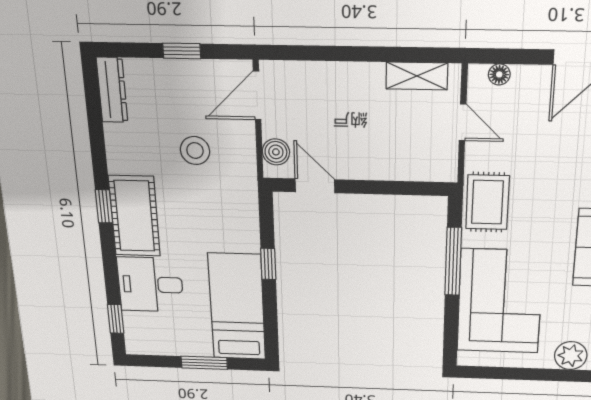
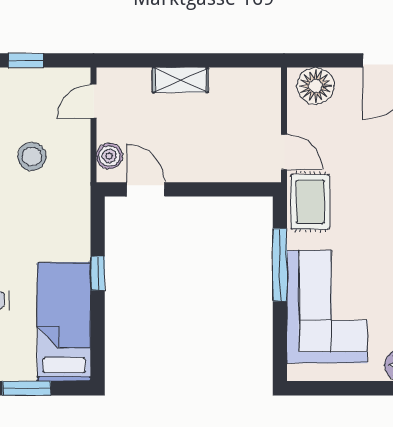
floor lamp: (499, 74) -> (315, 86), width x1.89, depth x1.89
shelving: (417, 76) -> (180, 80), moved
door: (257, 96) -> (94, 101), width x0.73
door: (463, 122) -> (284, 152), moved

